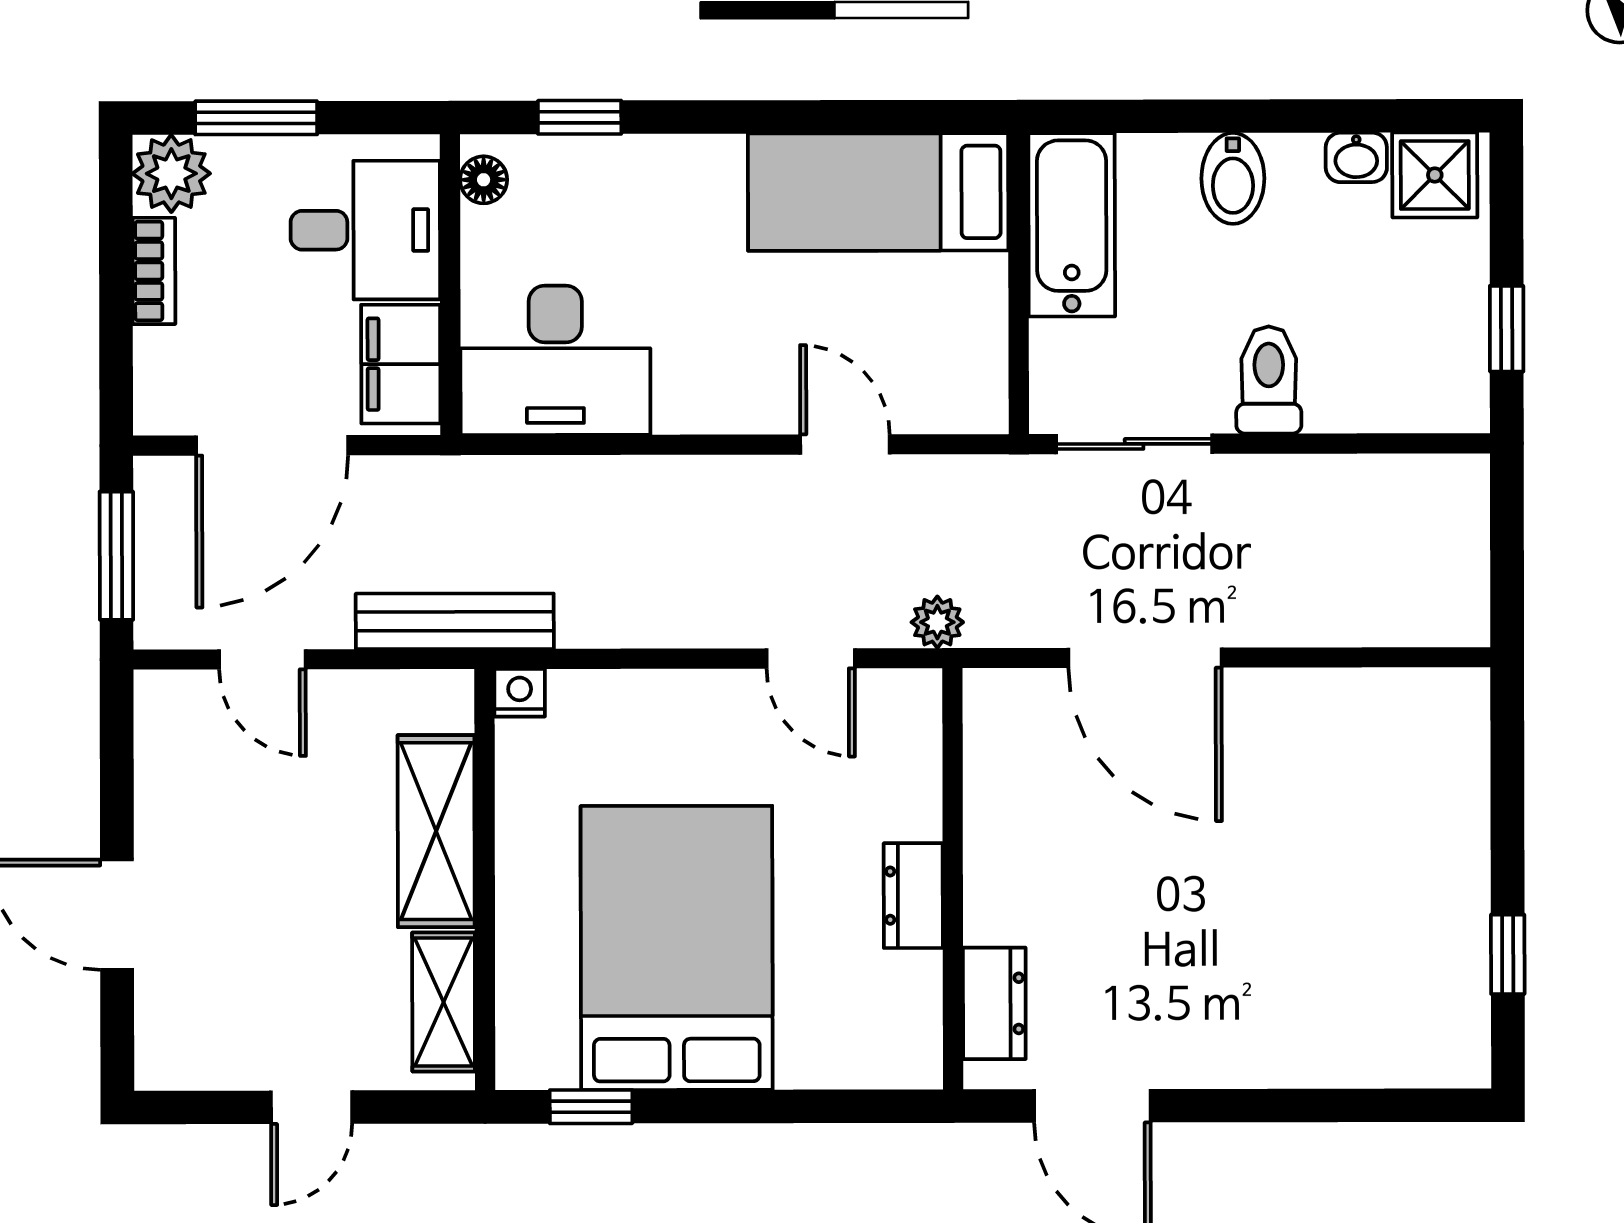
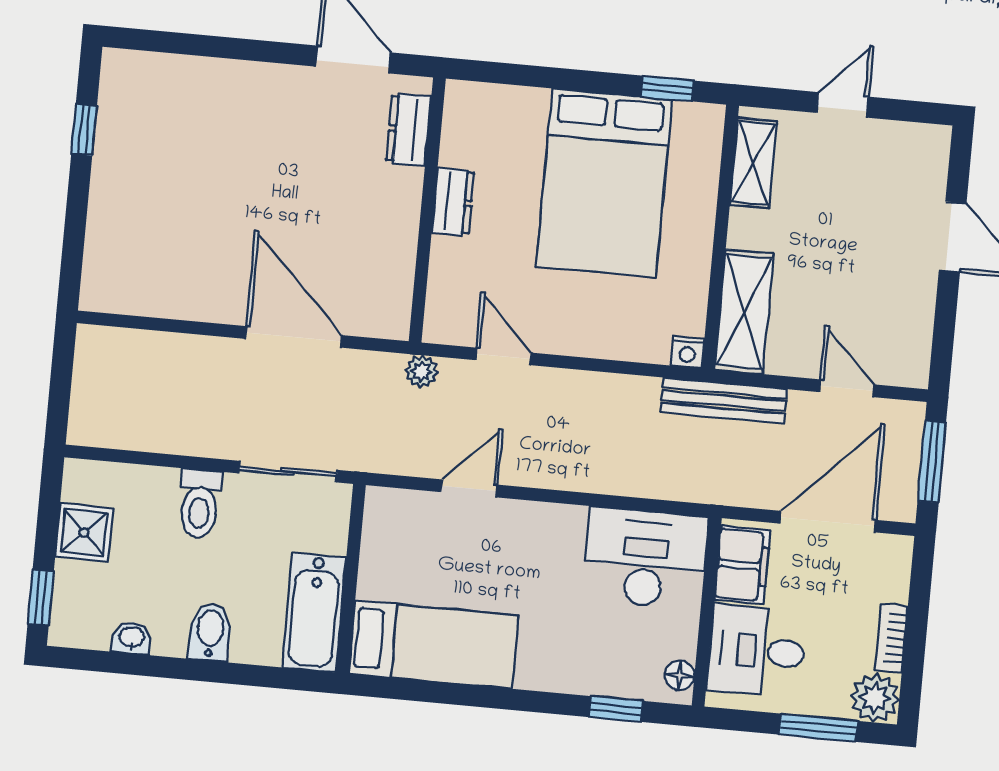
shower: (1435, 175) -> (84, 532), moved
window: (1507, 329) -> (41, 598), moved
door: (845, 444) -> (469, 488), swing flipped
shelving: (436, 831) -> (744, 312), moved

